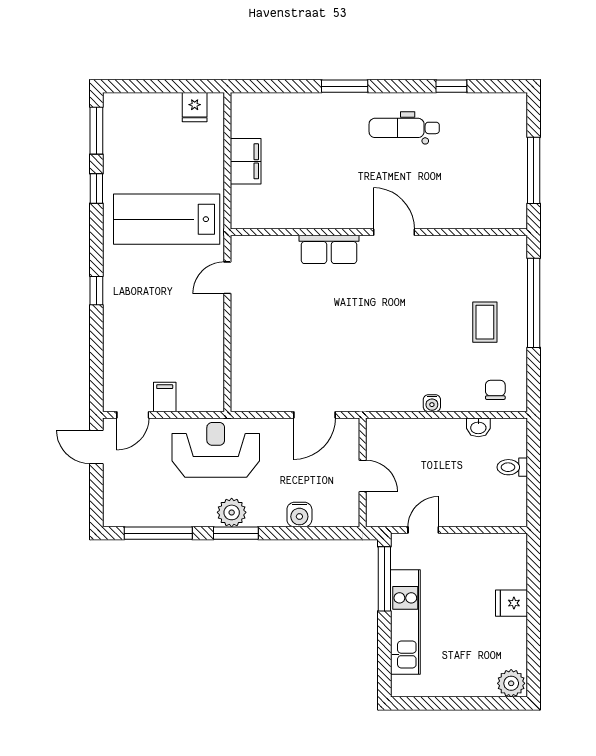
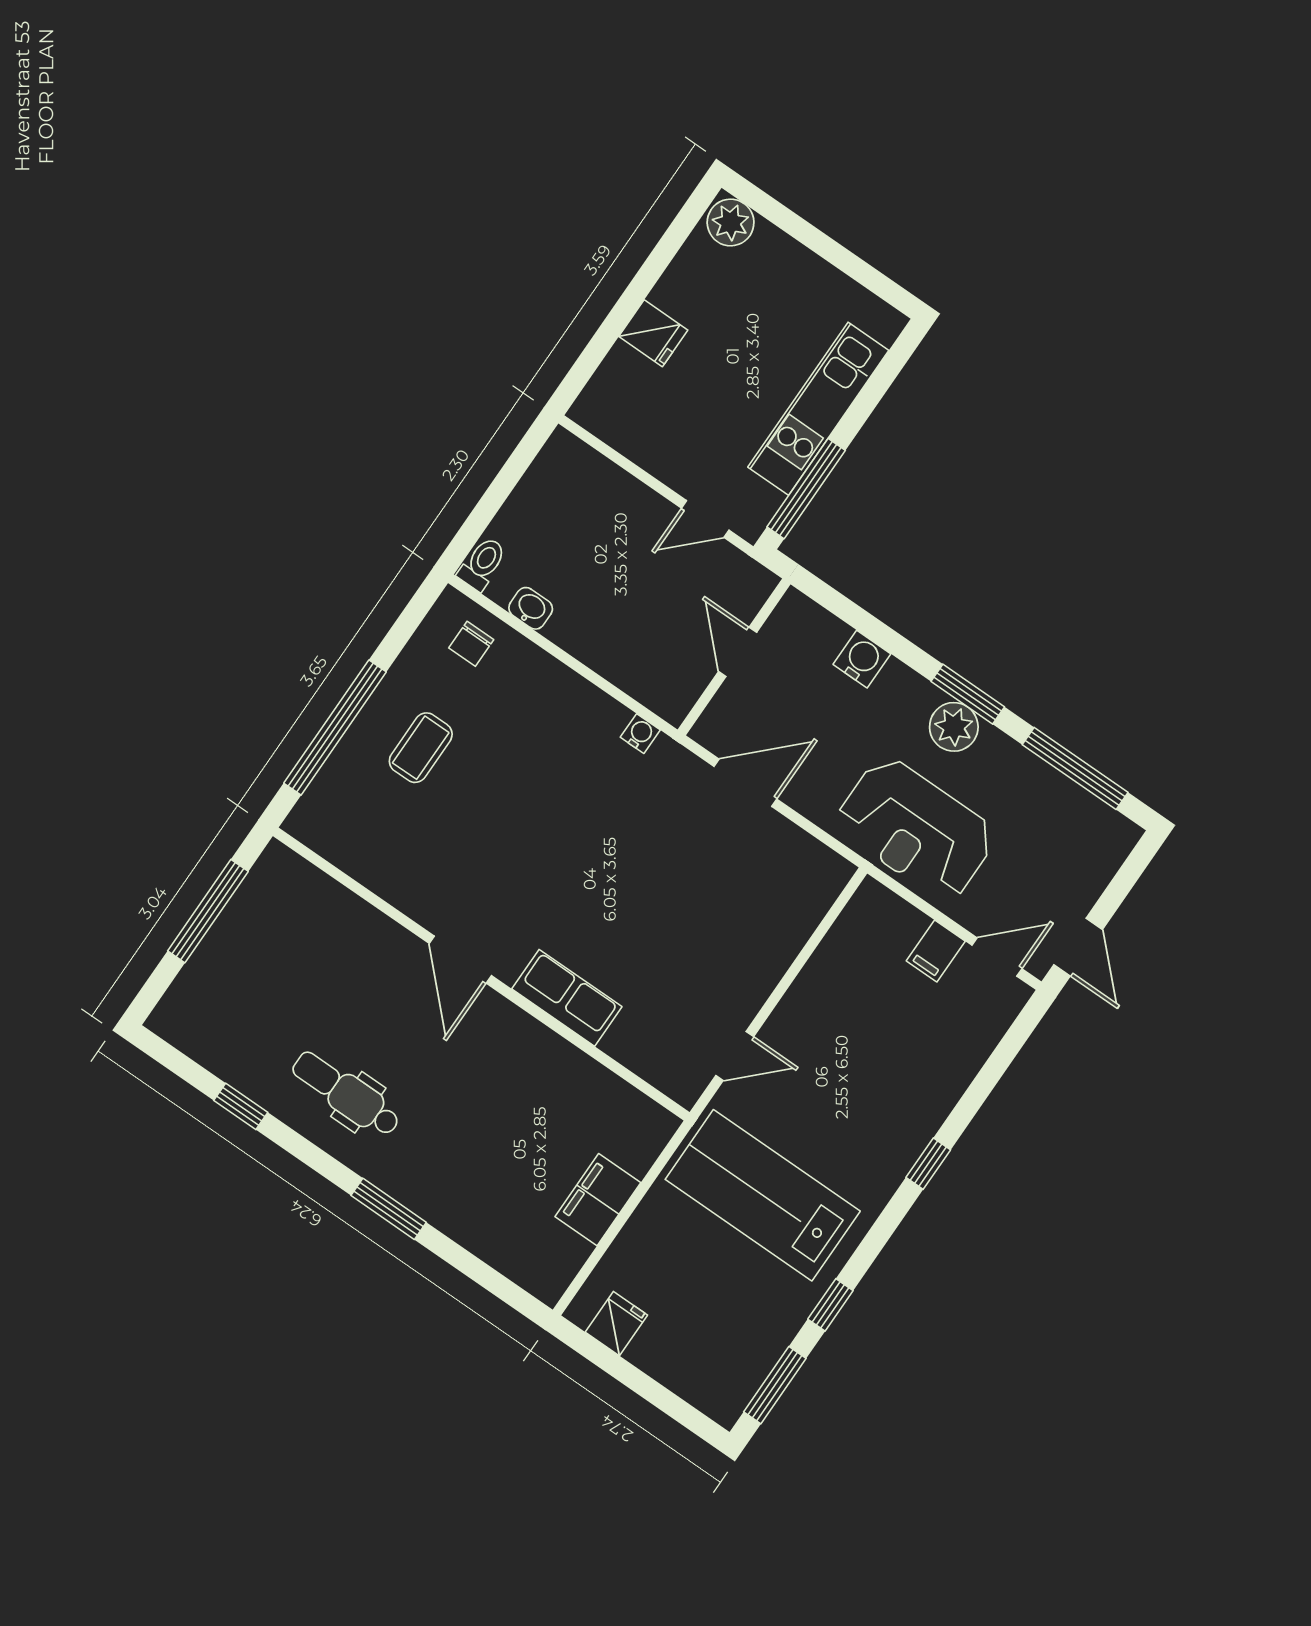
dental chair: (404, 128) -> (346, 1094), turned 180
lab bench: (167, 219) -> (763, 1195), turned 180
water cooler: (432, 403) -> (640, 734), moved
toilet: (512, 467) -> (482, 564), moved, turned -90

